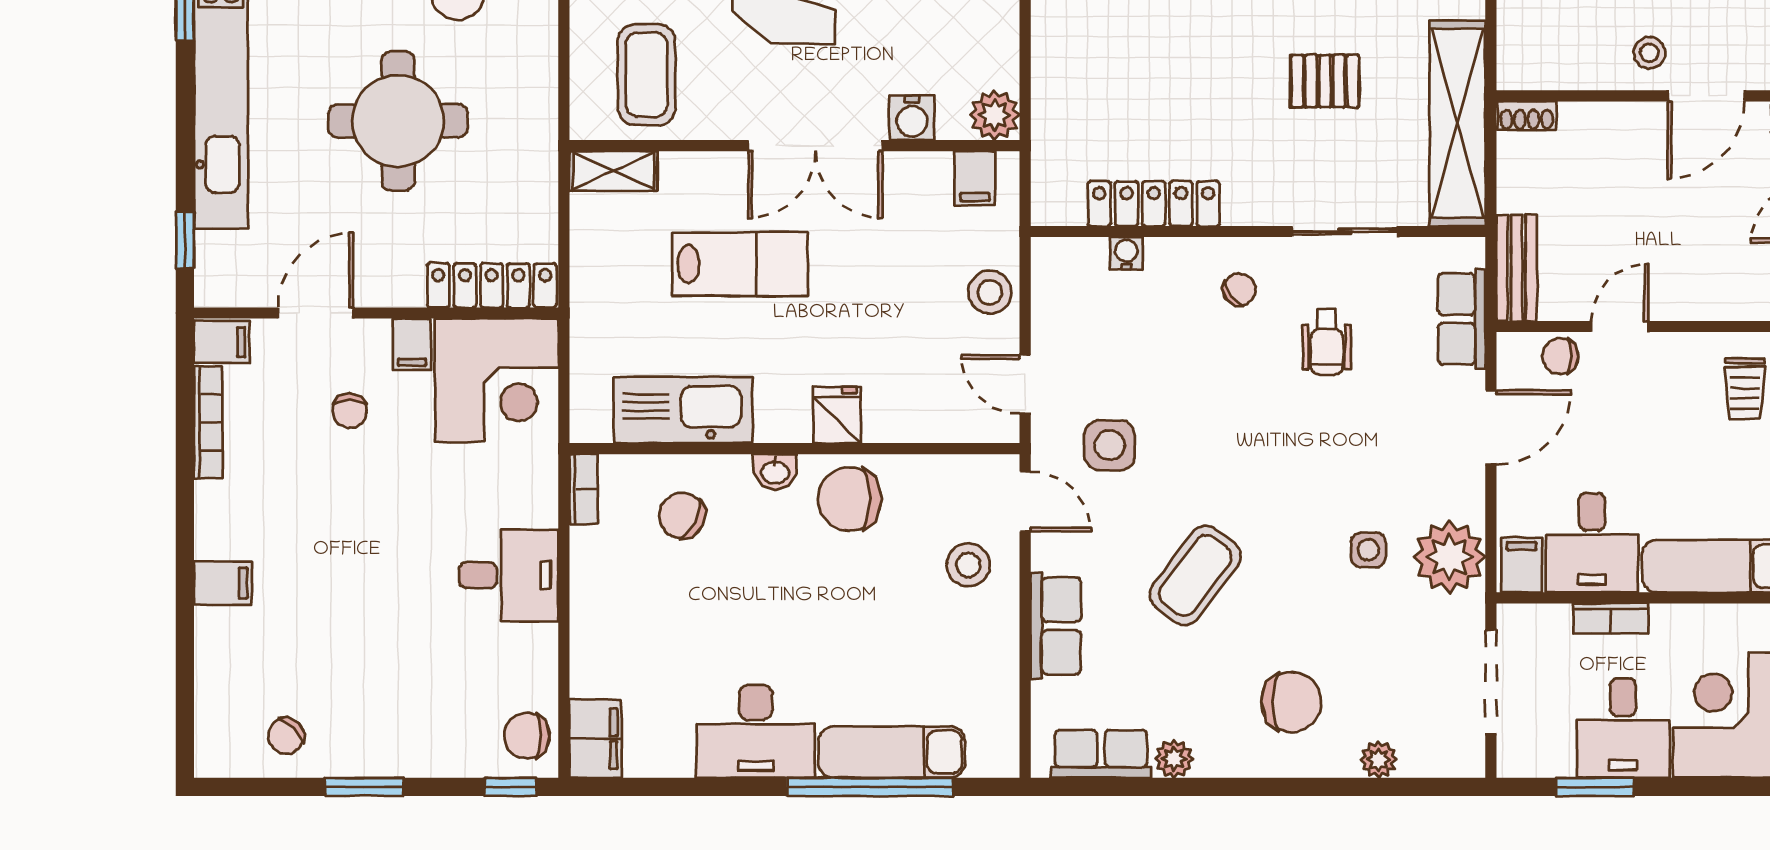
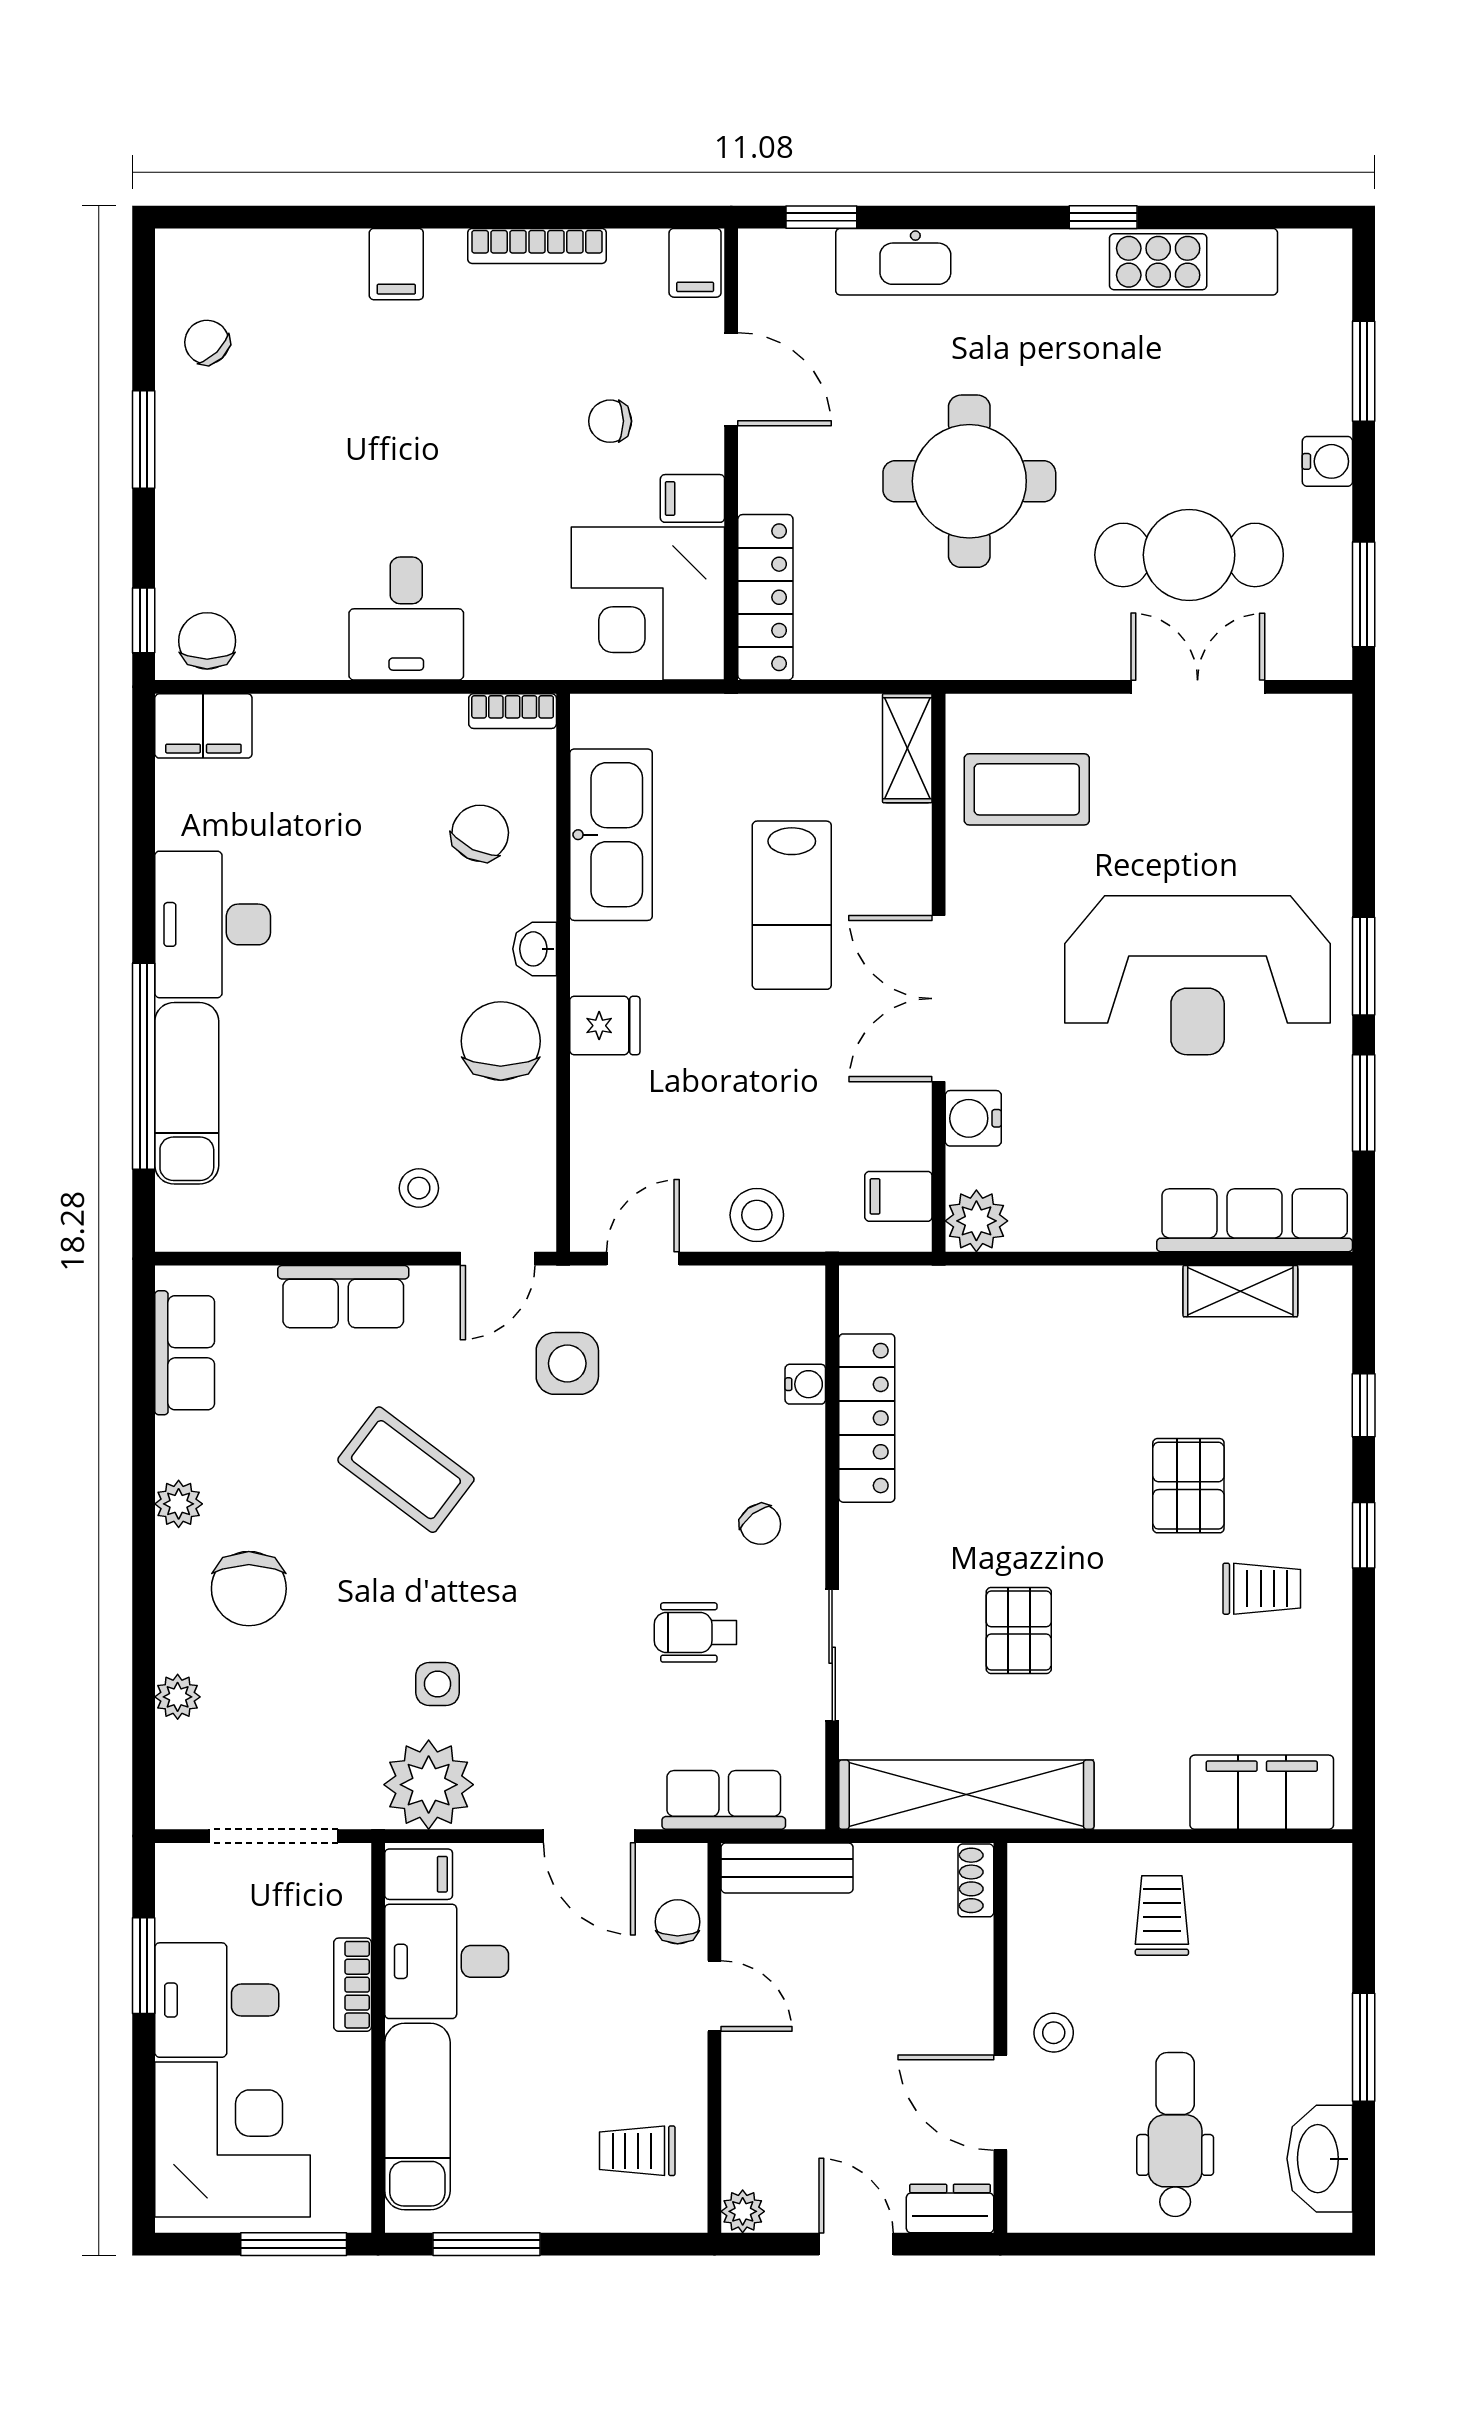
bookcase: (208, 422) -> (537, 246), moved
stool: (968, 565) -> (419, 1188), width x0.73, depth x0.73
plant: (1174, 759) -> (179, 1504), moved

